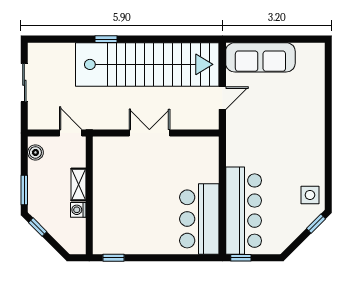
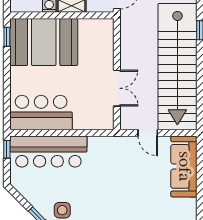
double door: (149, 133) -> (117, 88), moved
booth: (119, 216) -> (44, 42), added

